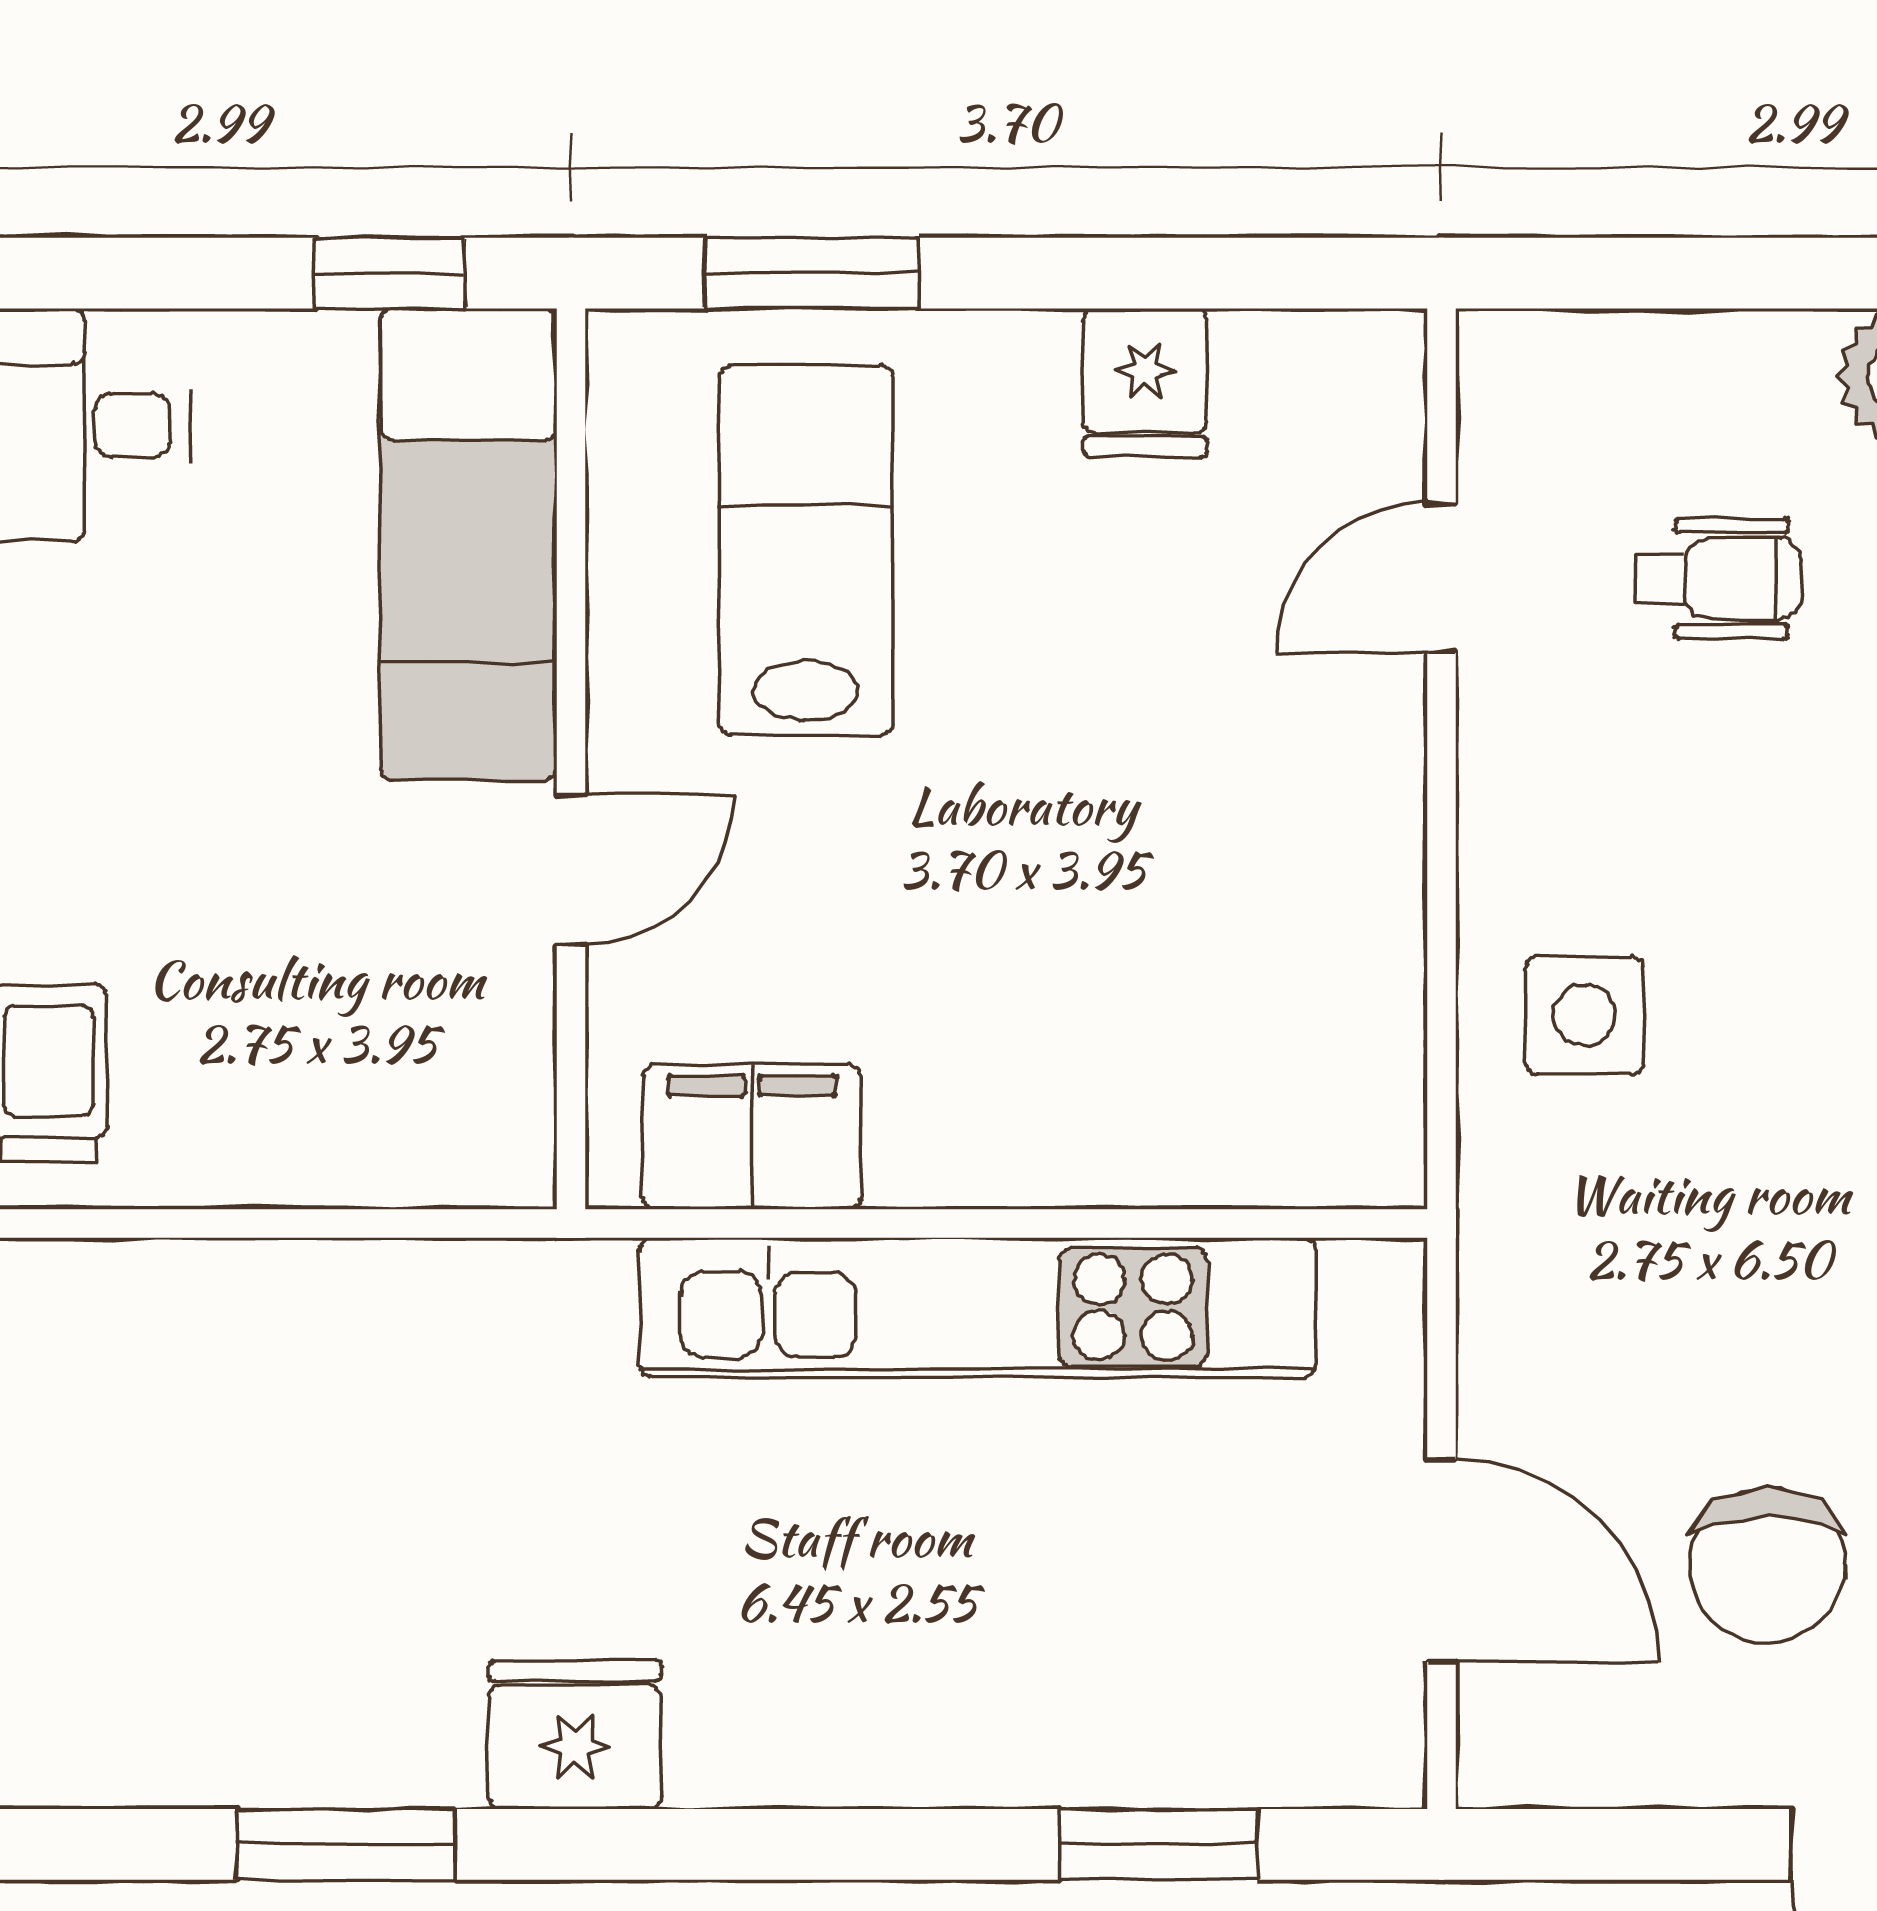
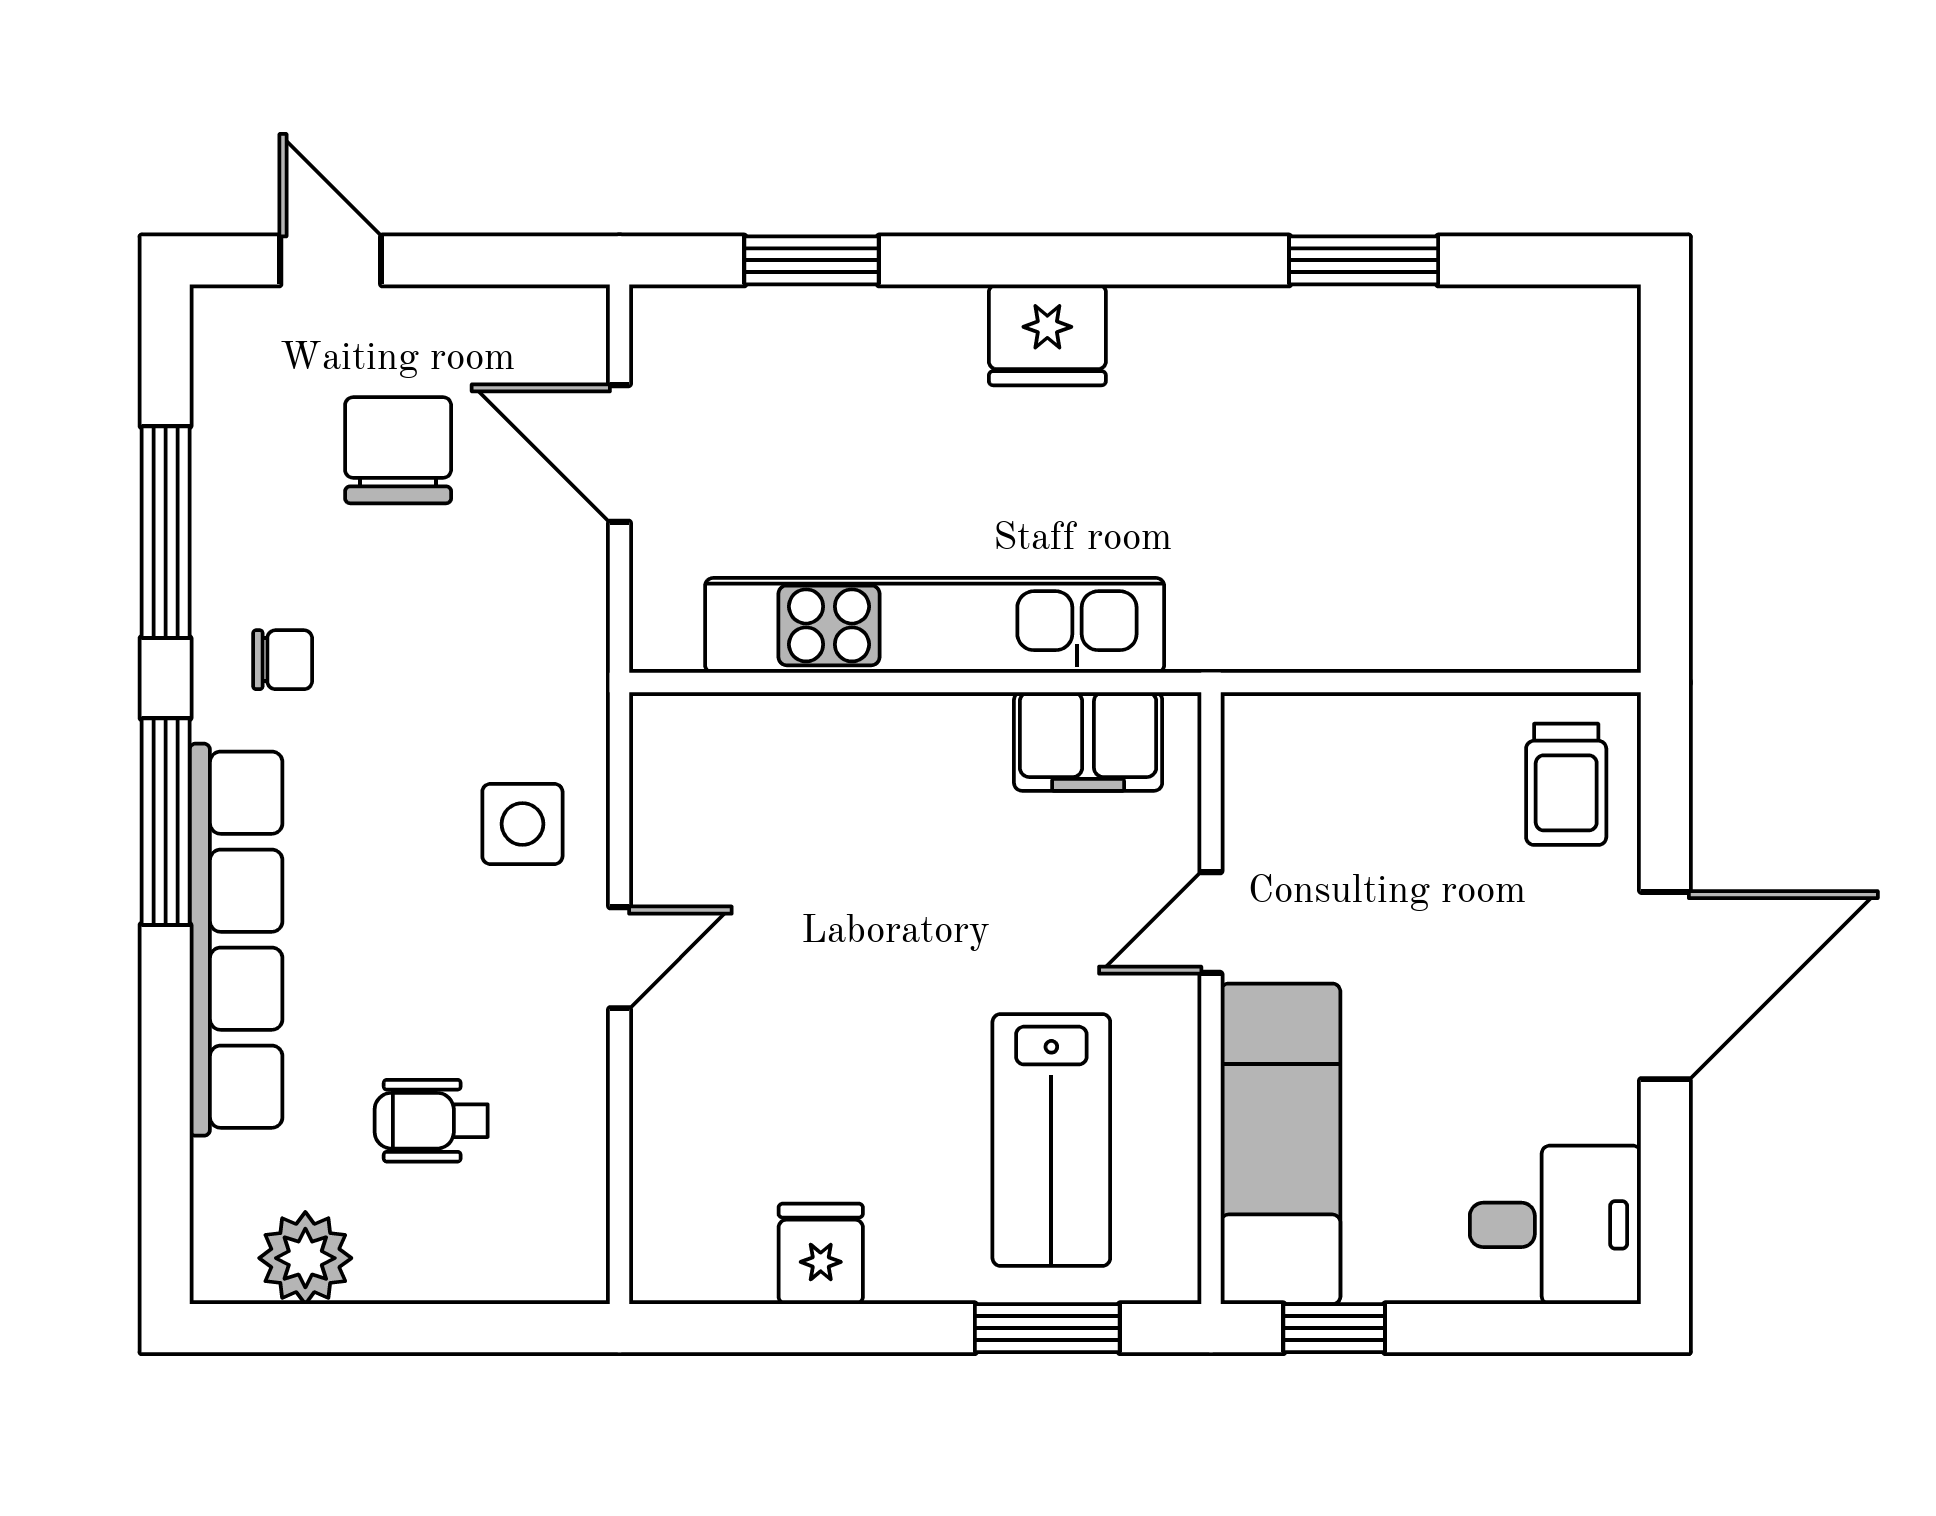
door: (1441, 578) -> (619, 958), moved
fridge: (575, 1735) -> (1047, 335), moved

